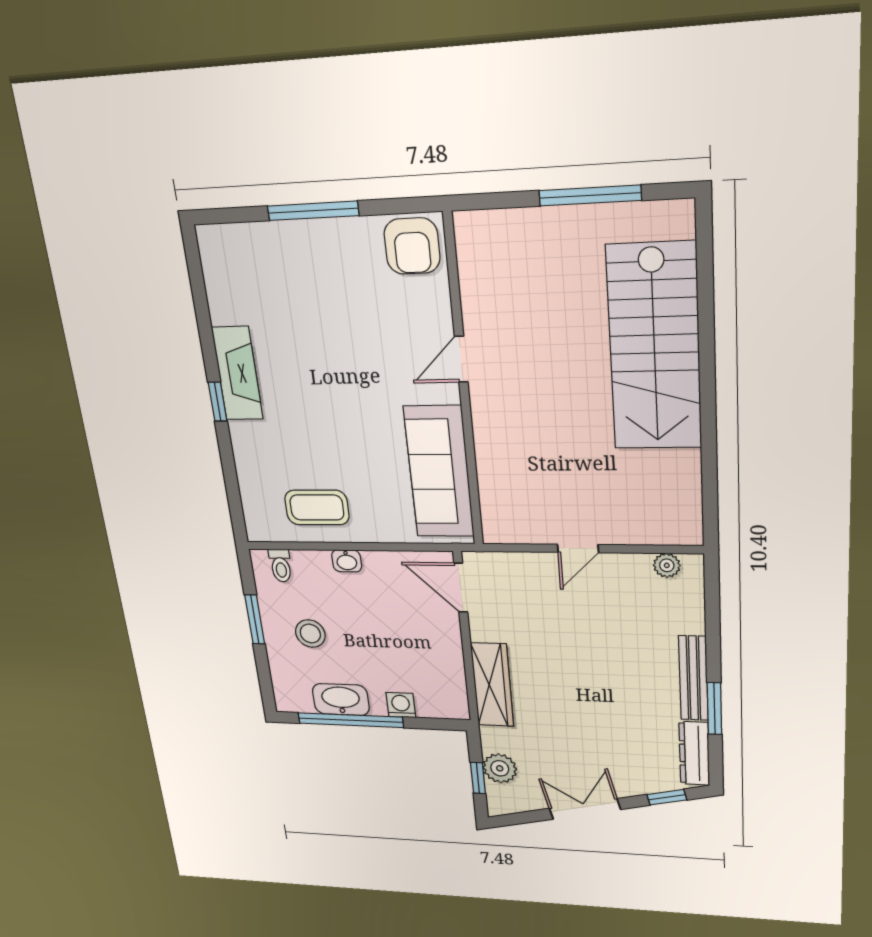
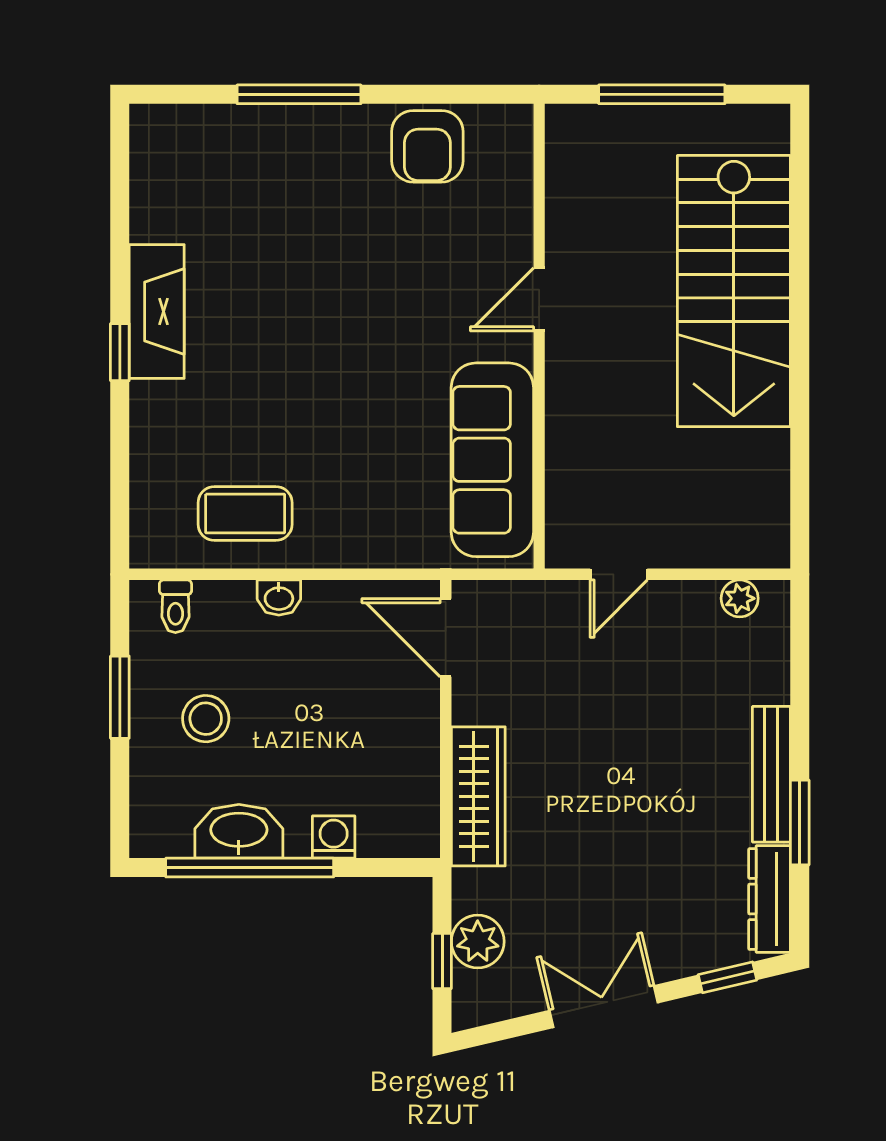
door: (461, 359) -> (539, 299), moved
wall: (464, 386) -> (539, 336), moved
sofa: (439, 472) -> (492, 460), moved

